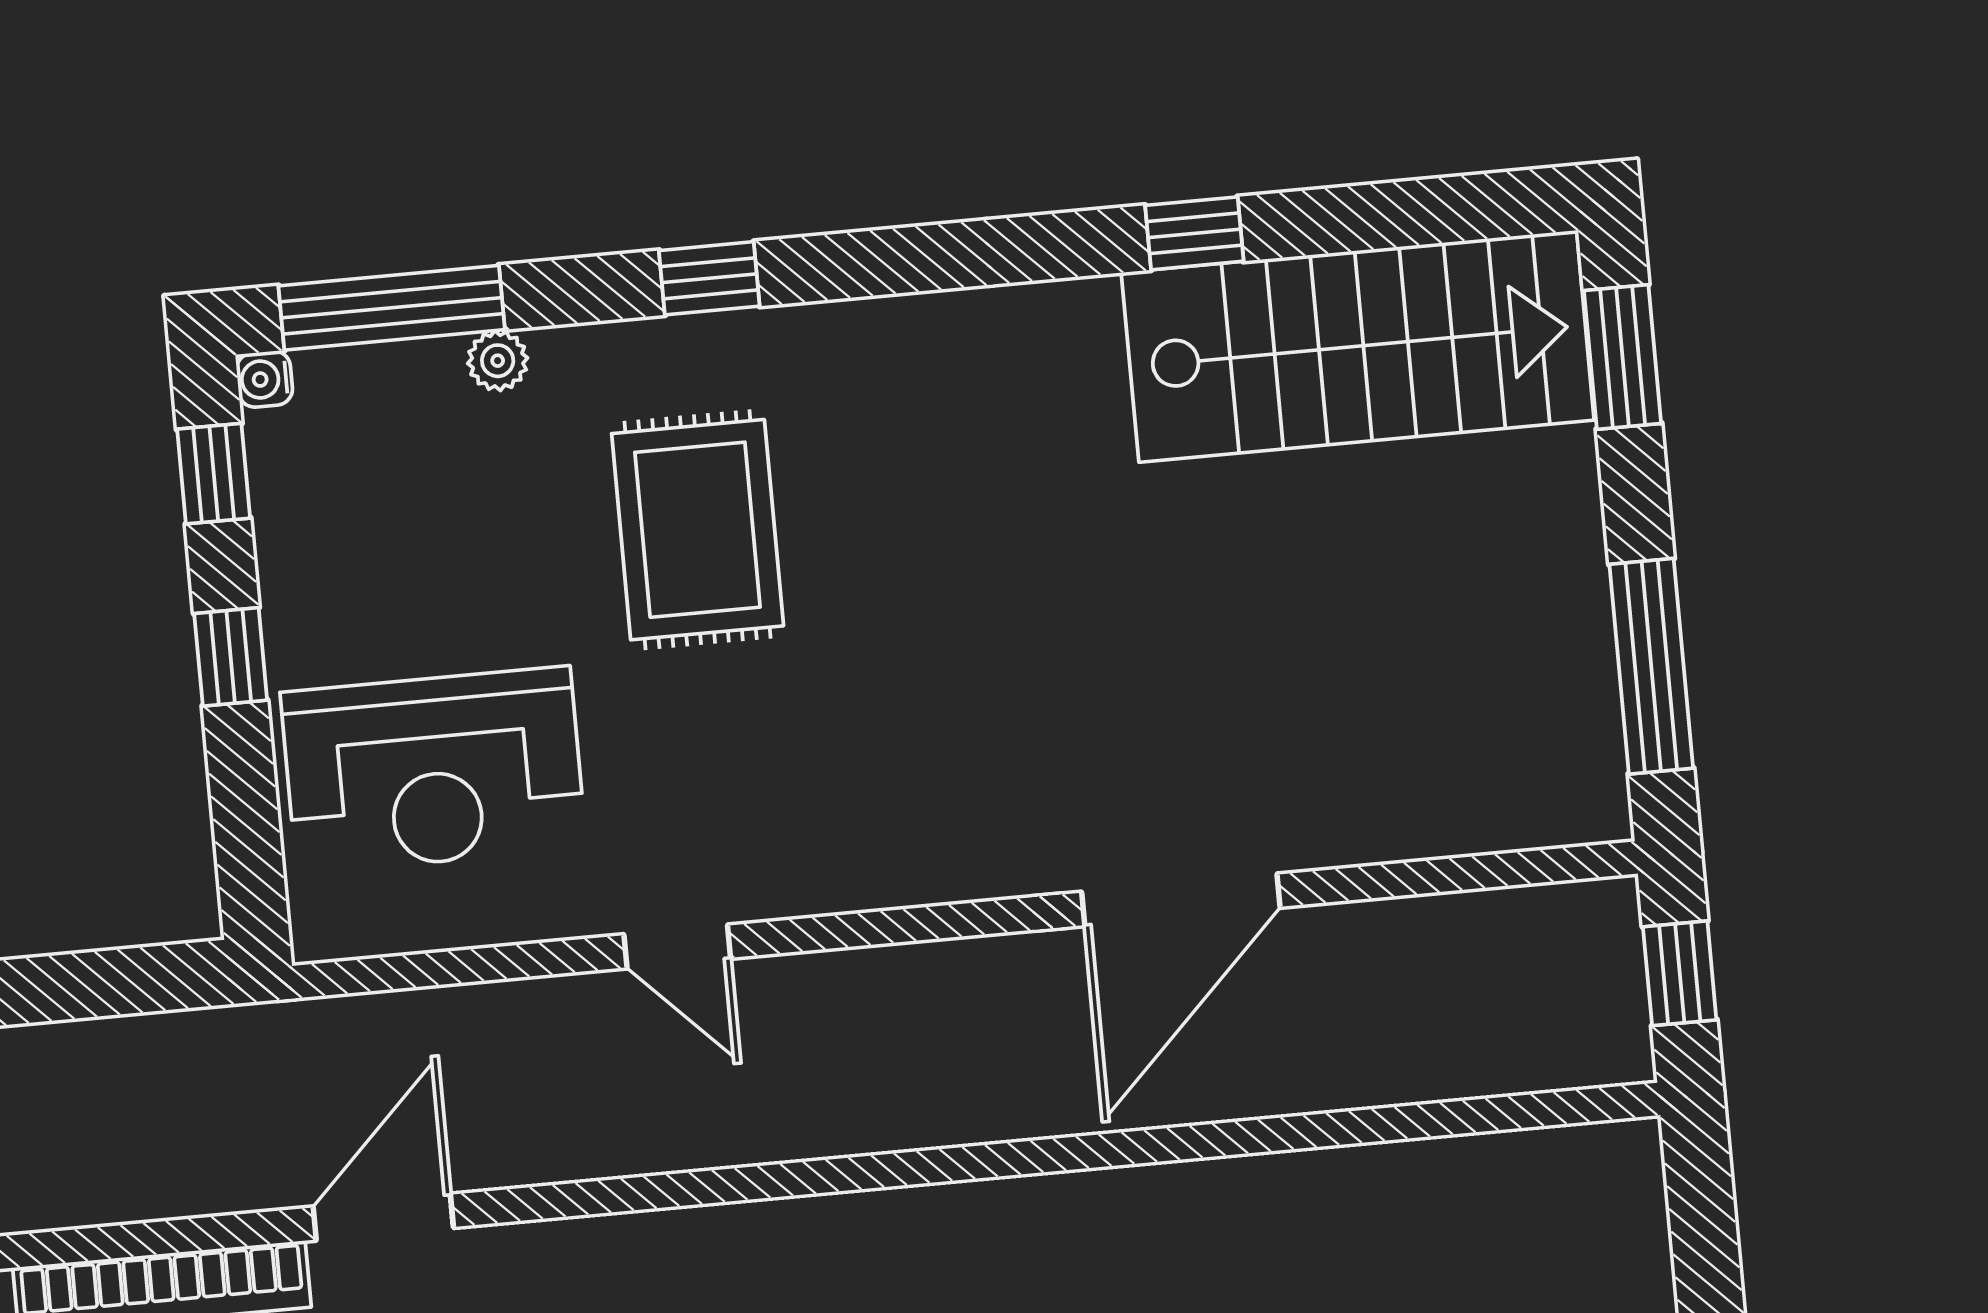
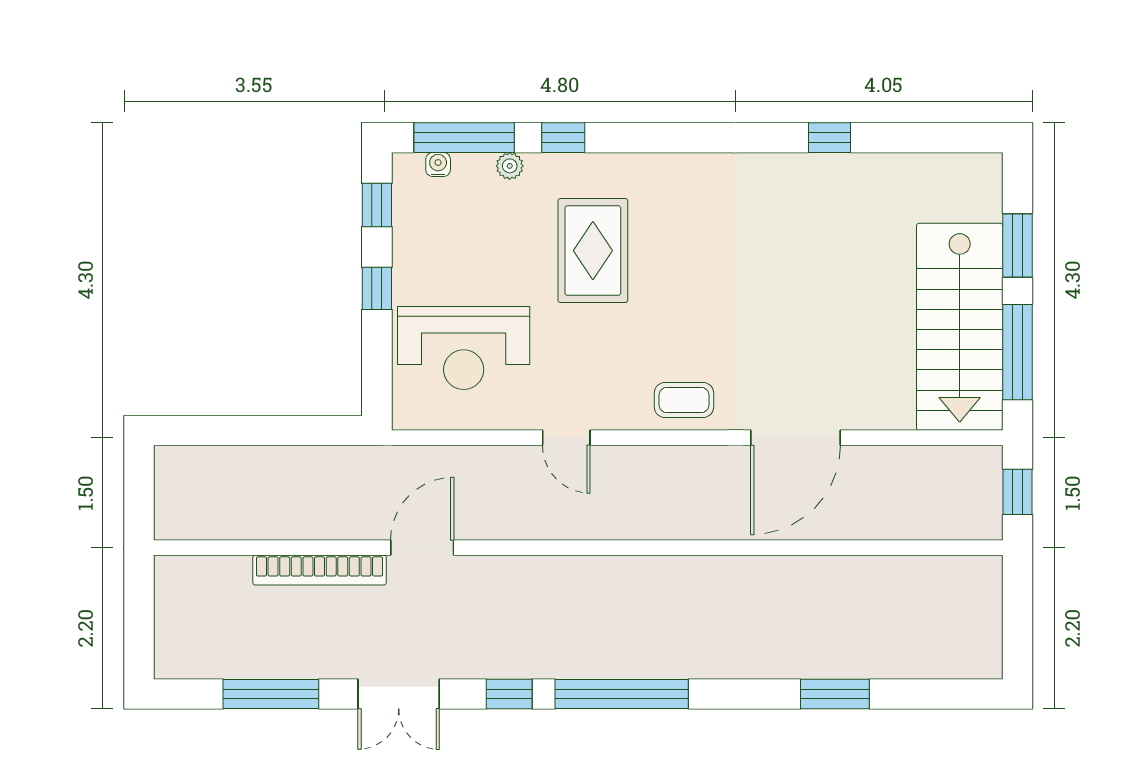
window: (709, 278) -> (563, 138), moved
stairs: (1358, 346) -> (960, 327), moved, turned 90
window: (1623, 357) -> (1018, 246), moved
water cooler: (264, 379) -> (438, 164), moved, turned 90
coffee table: (928, 839) -> (684, 400), added

